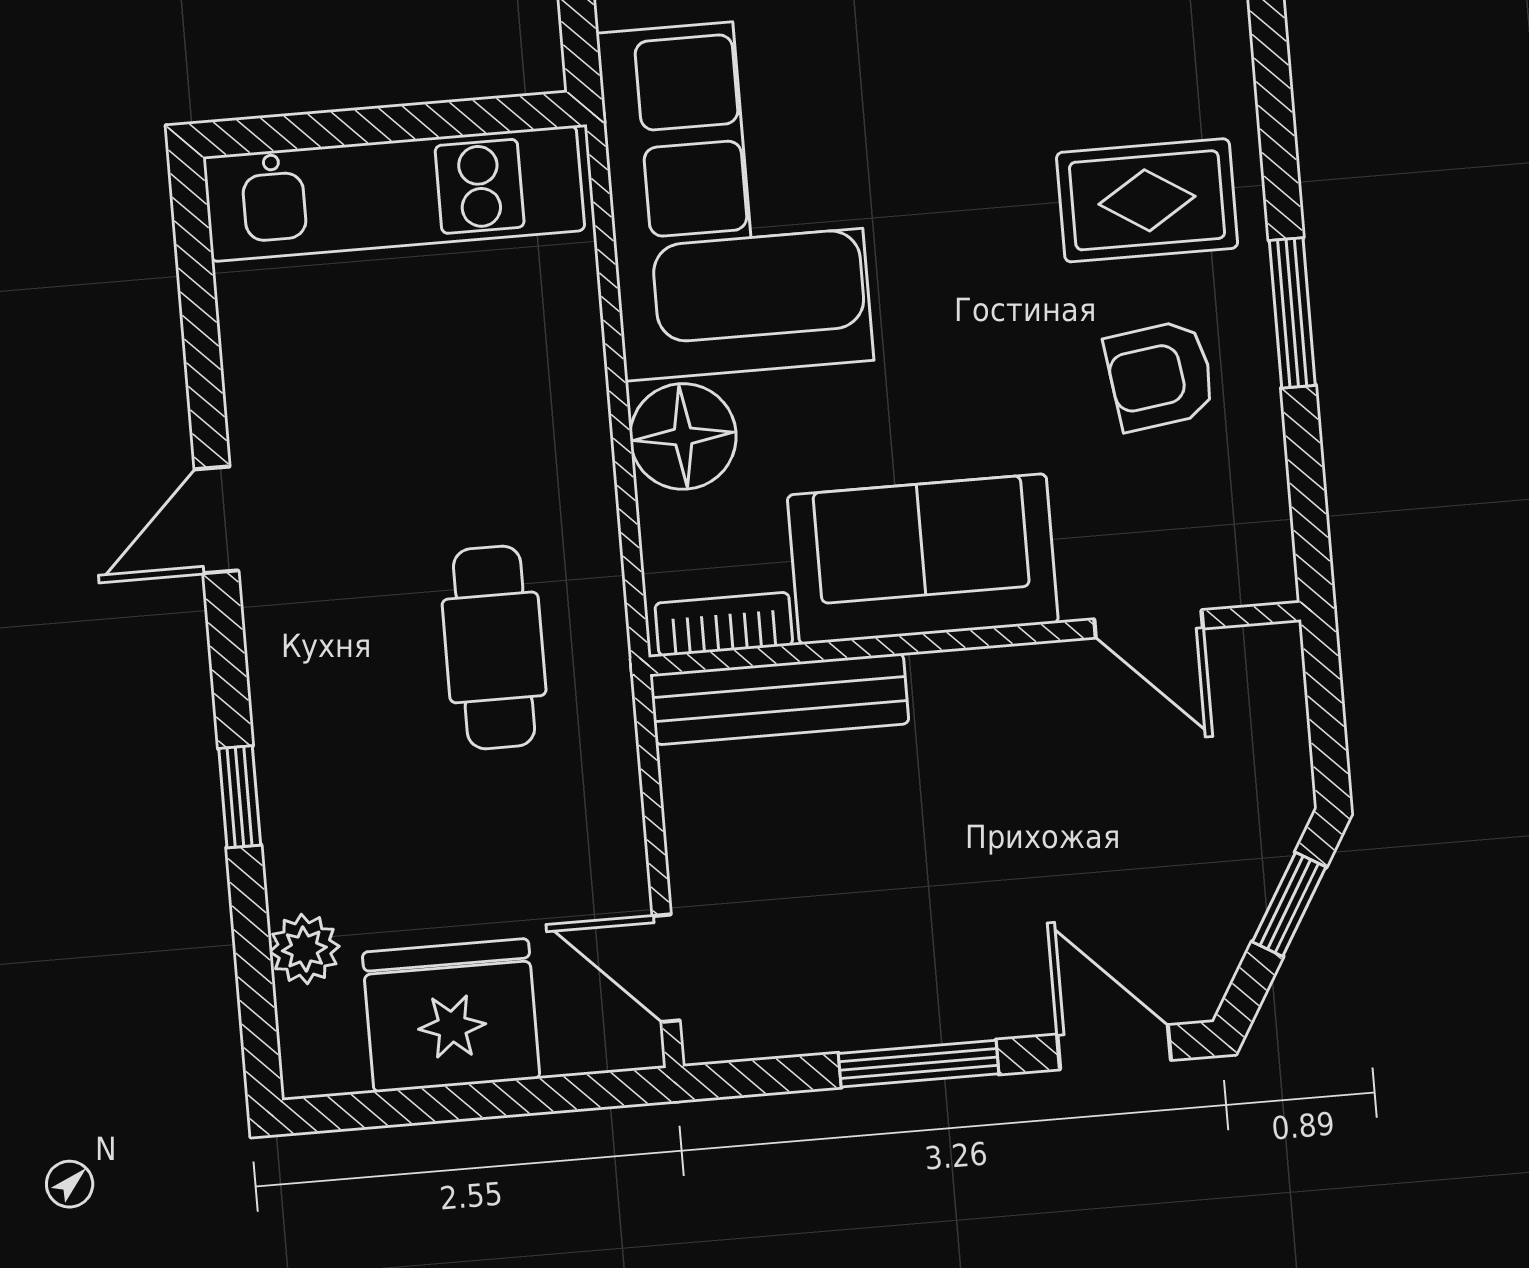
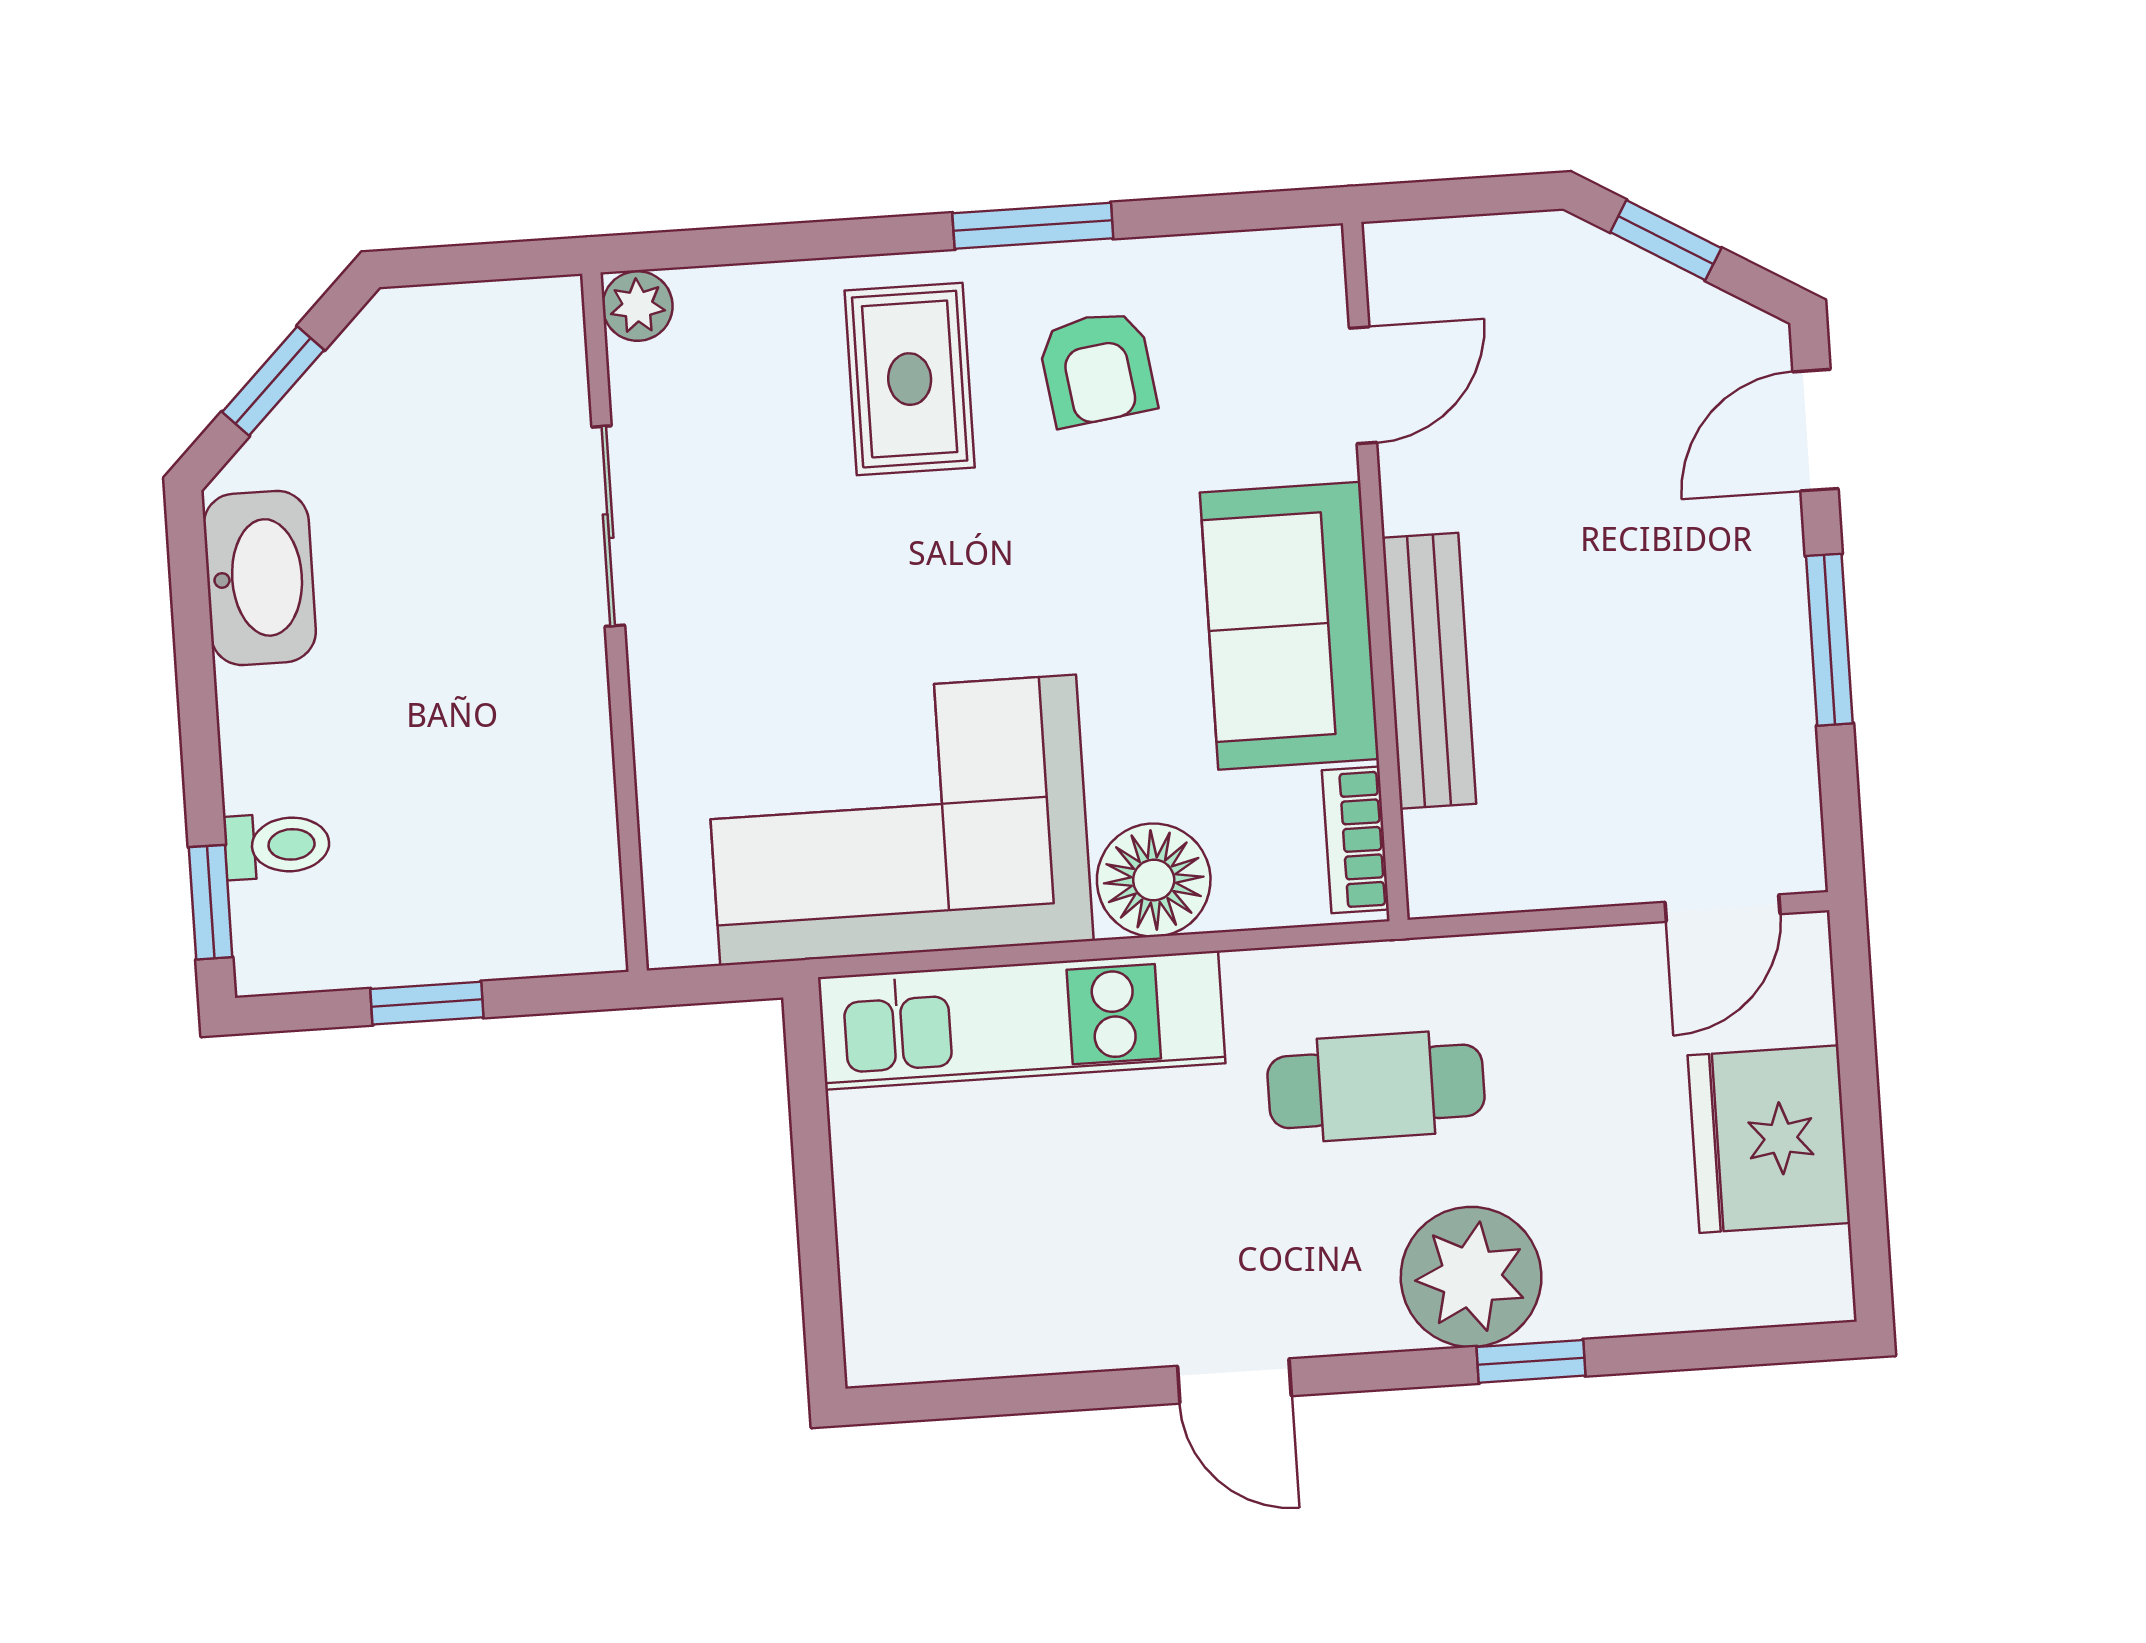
kitchen unit: (394, 194) -> (1022, 1020), moved, turned 90
bench: (779, 699) -> (1429, 671), moved
plant: (304, 949) -> (1471, 1277), moved, width x1.88, depth x1.88

